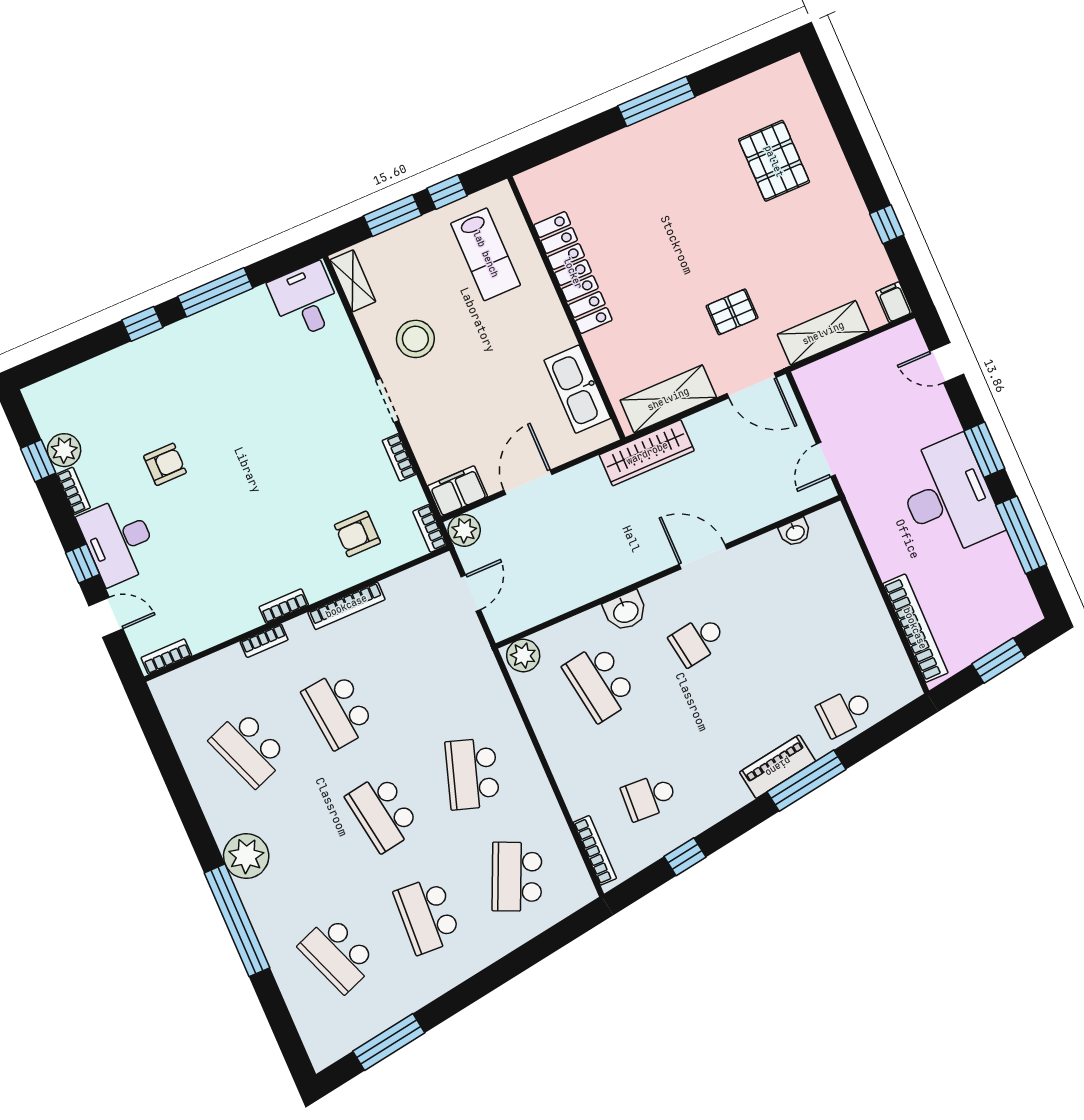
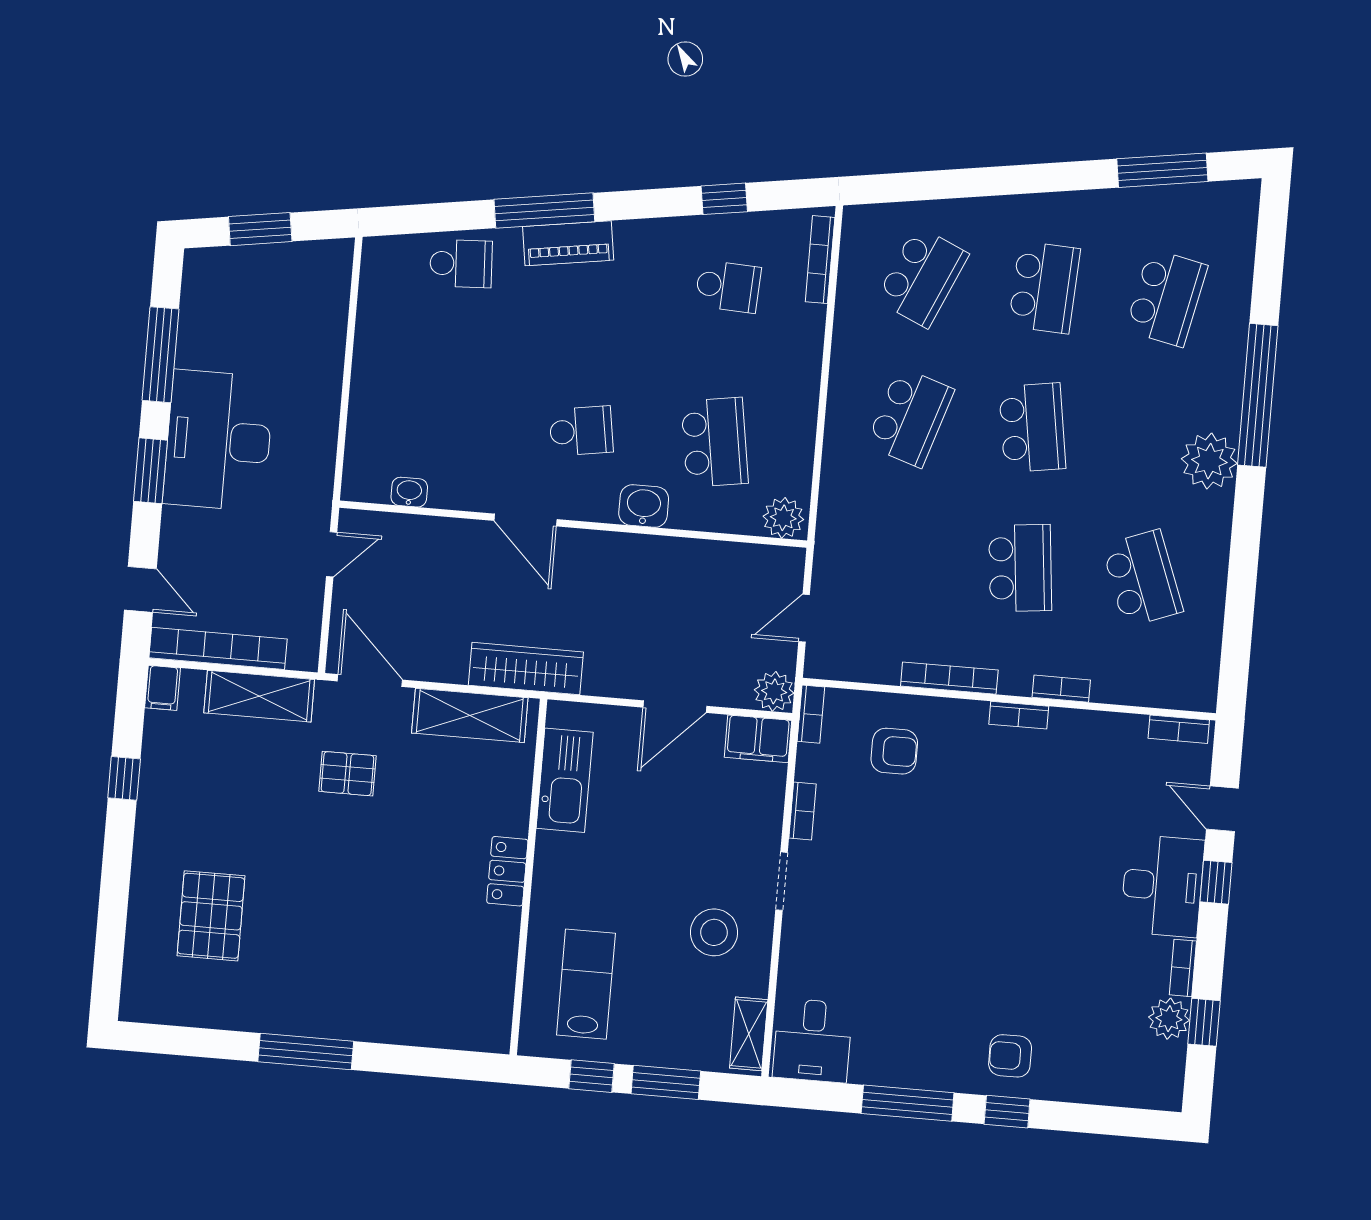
locker: (573, 273) -> (507, 871), width x0.46, depth x0.83
armchair: (165, 464) -> (1010, 1056), moved
bookcase: (915, 628) -> (218, 648), moved, turned 90
school desk: (338, 954) -> (1166, 298), turned 33

